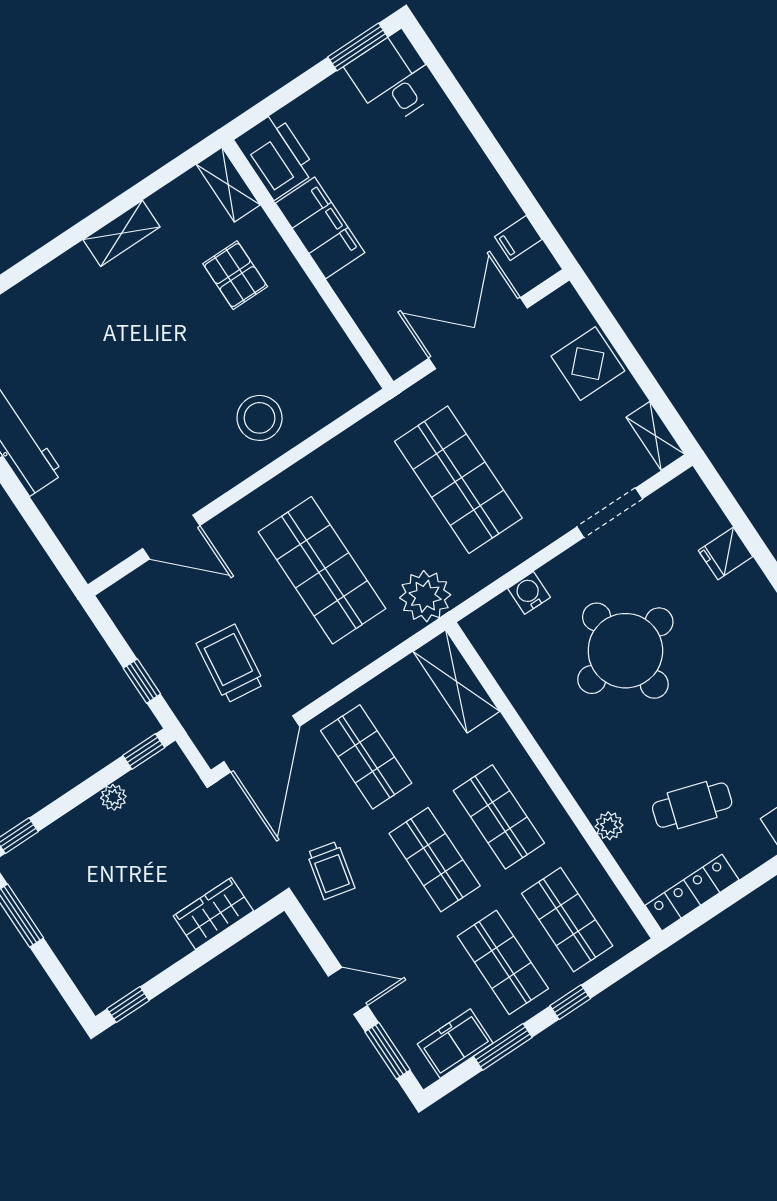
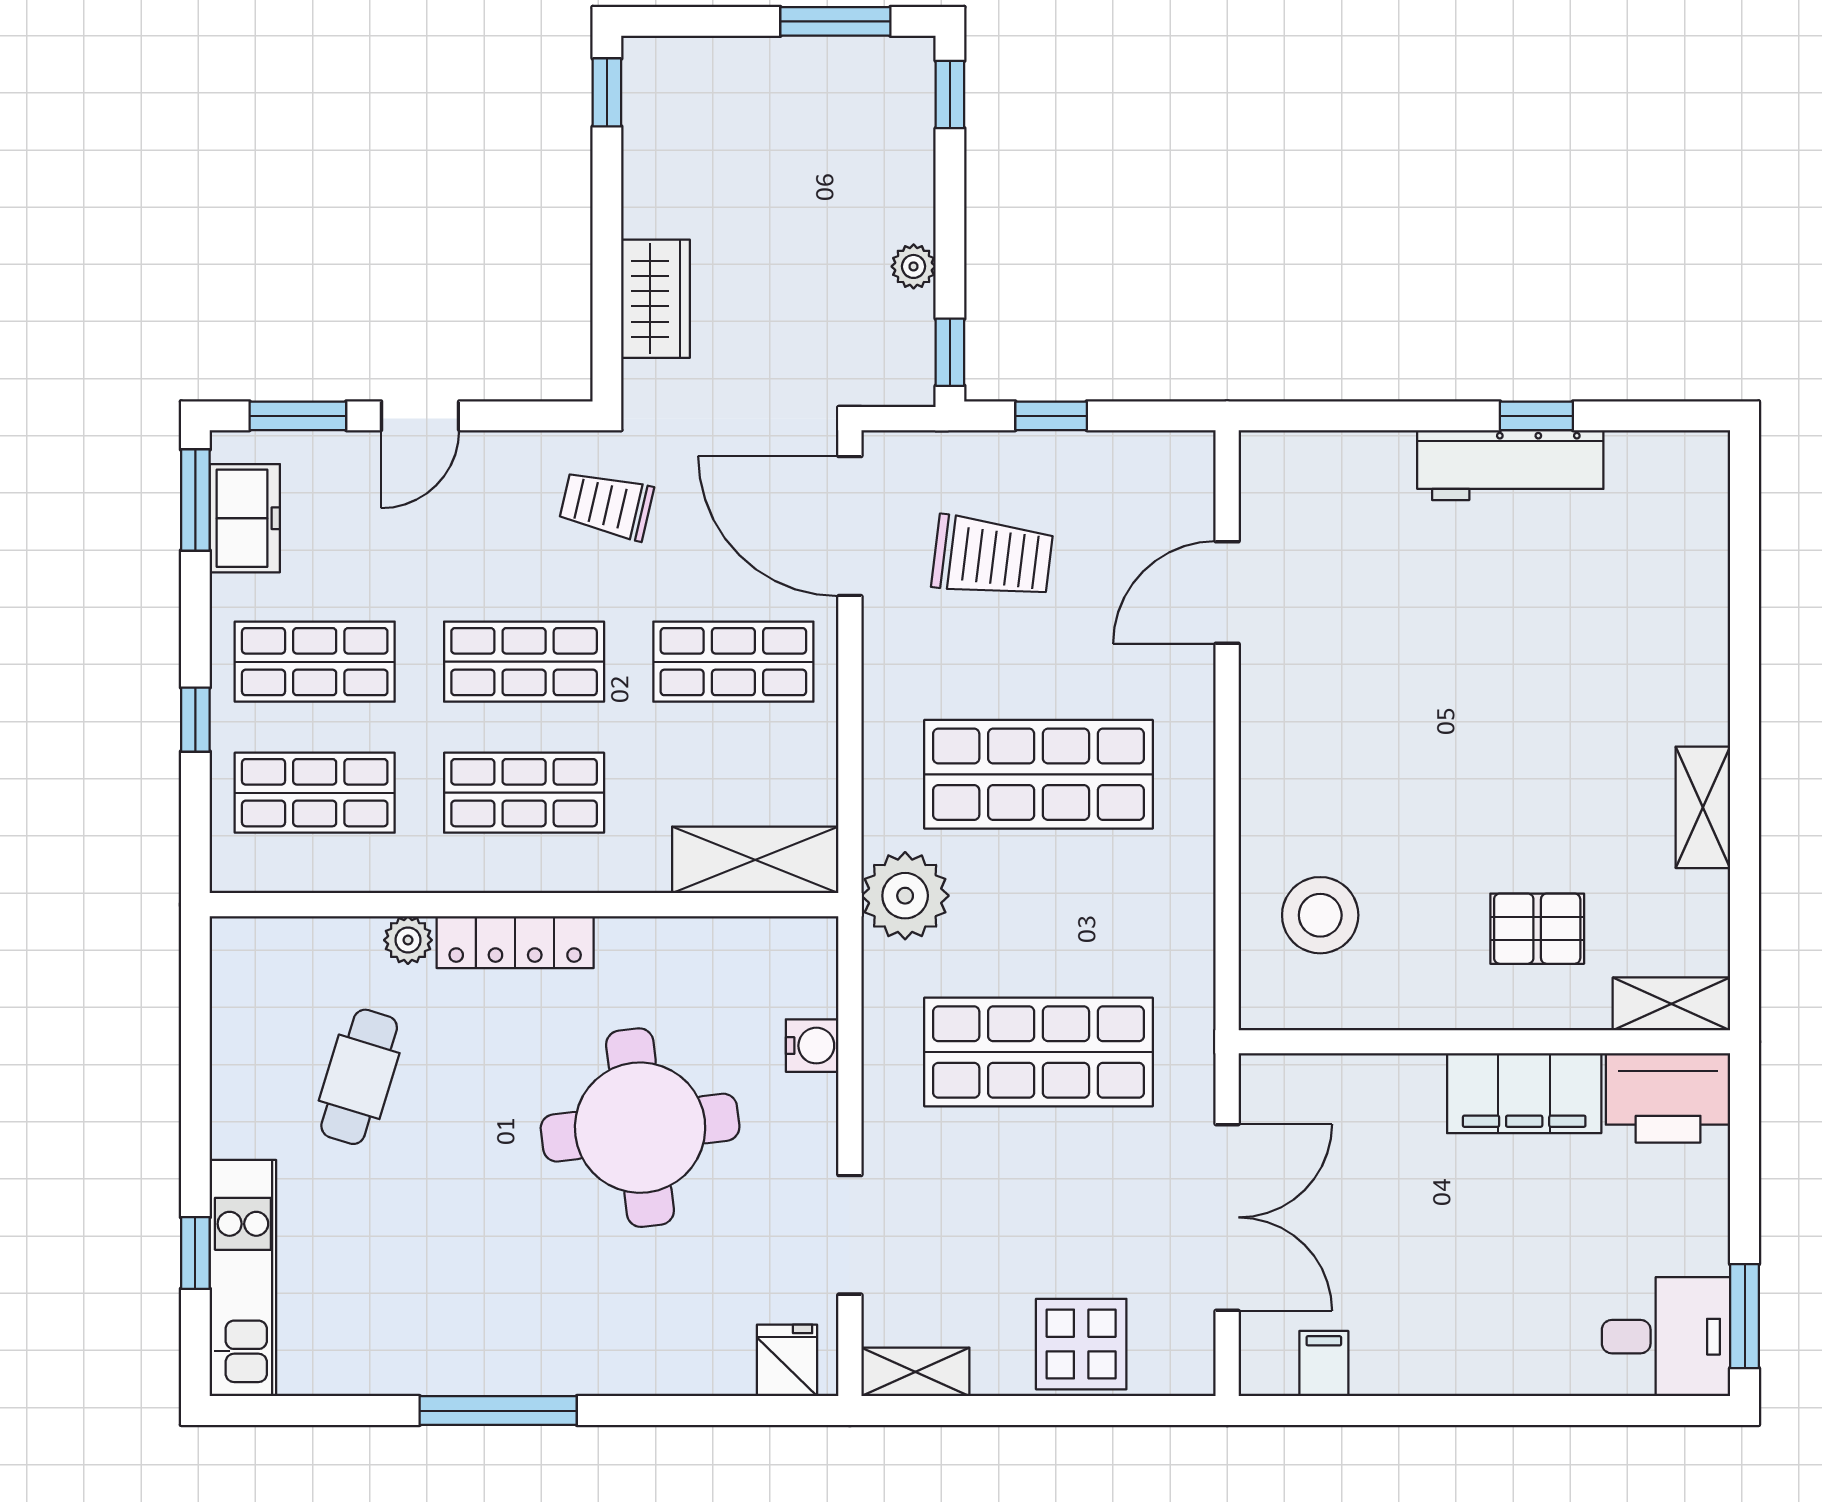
stool: (260, 418) -> (1320, 915), moved
fridge: (726, 553) -> (787, 1360), moved
locker: (692, 893) -> (515, 942), moved, turned 90
window: (503, 1047) -> (195, 500), moved

